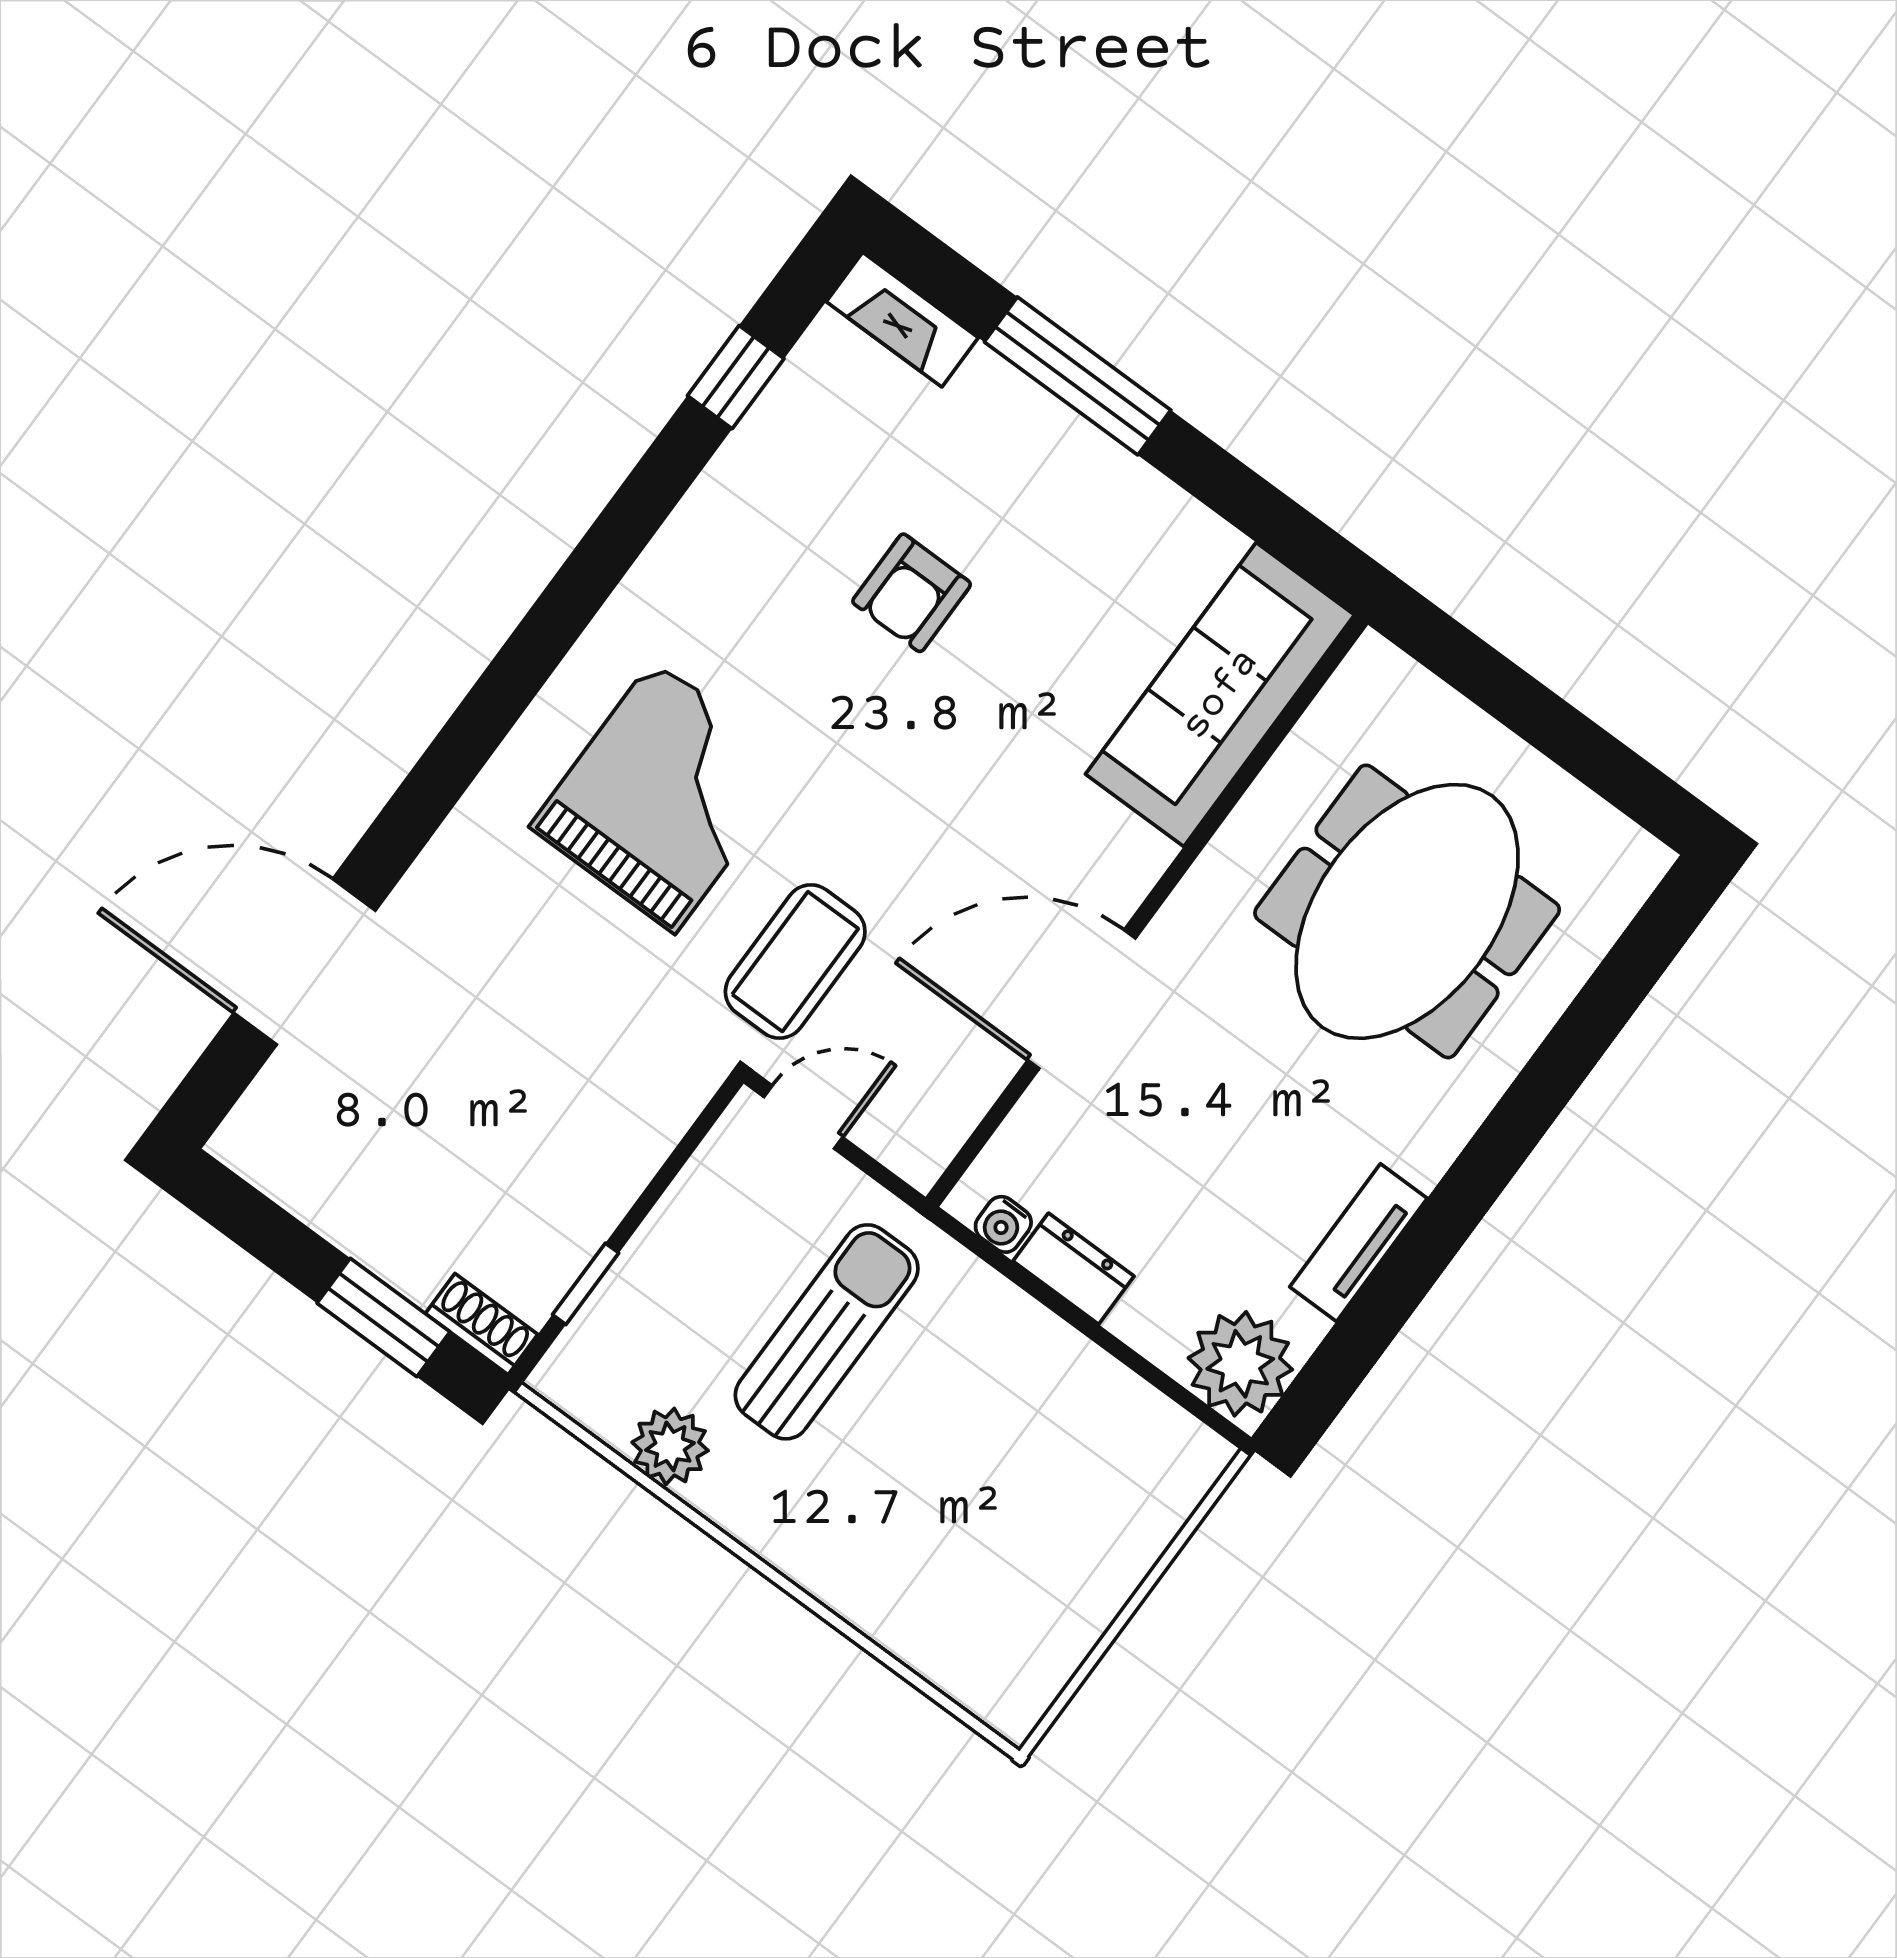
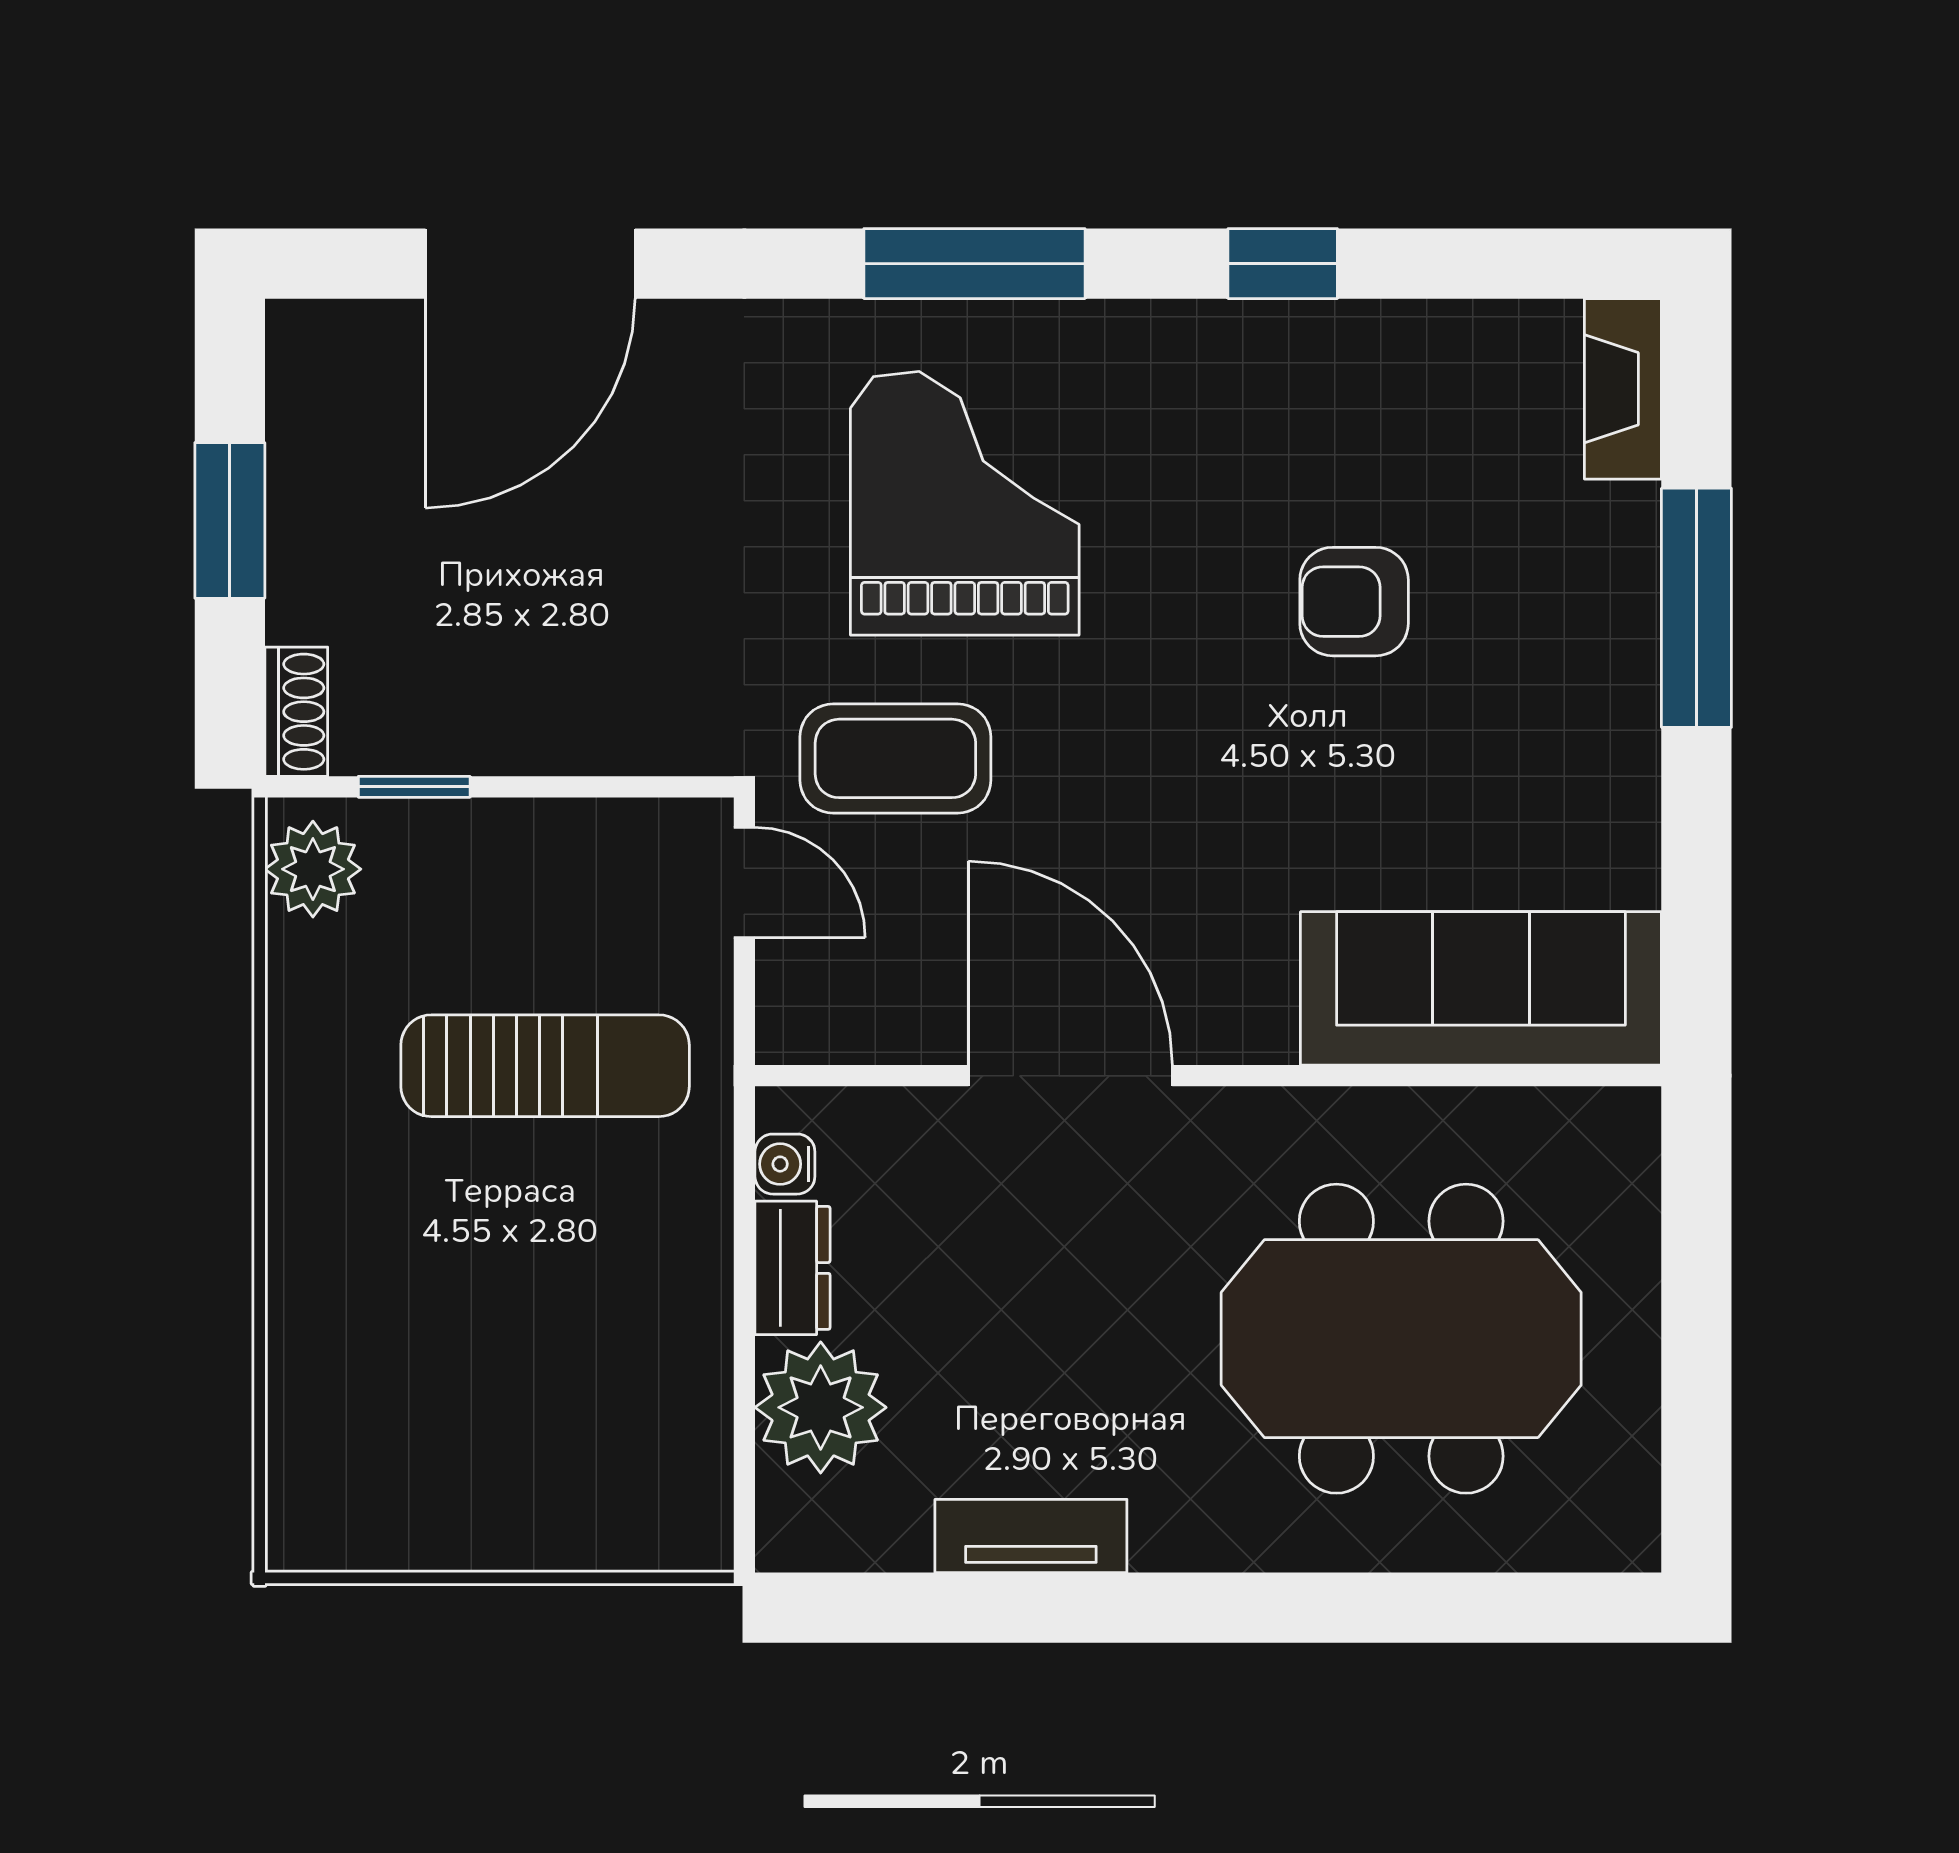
window: (736, 377) -> (1283, 264), moved
window: (515, 677) -> (974, 264), added
grand piano: (664, 796) -> (965, 503), turned -90
door: (305, 962) -> (530, 264), swing flipped
window: (384, 1318) -> (230, 520), moved
plant: (1240, 1364) -> (821, 1407), moved
plant: (670, 1446) -> (313, 869), moved

